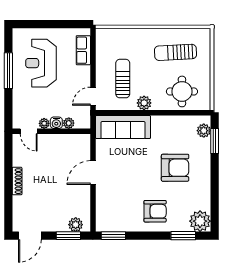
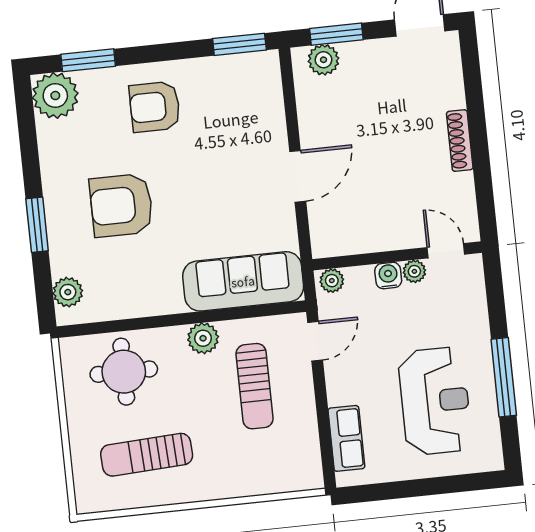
sun lounger: (175, 52) -> (147, 455), turned 180
plant: (69, 123) -> (332, 281), moved
window: (215, 141) -> (37, 225), moved

